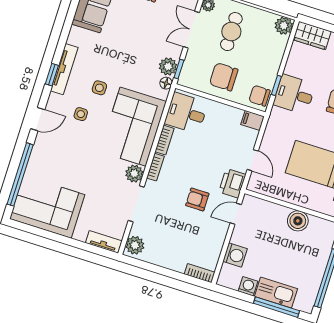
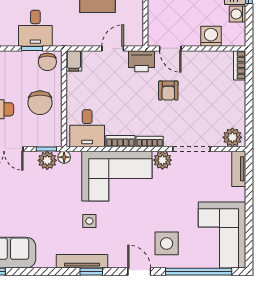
side table: (81, 114) -> (167, 243), moved, width x1.87, depth x1.87

